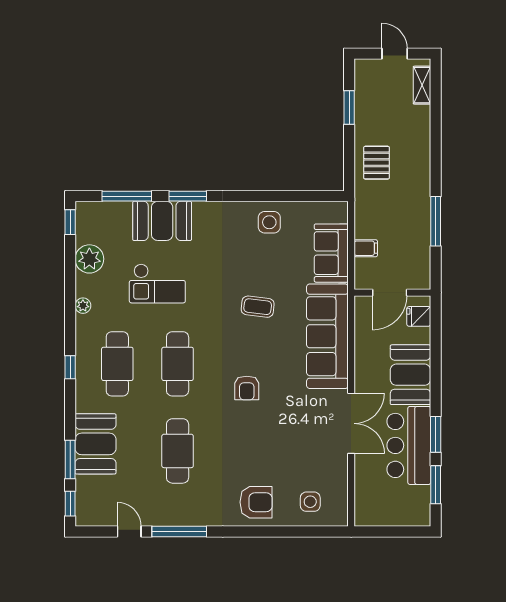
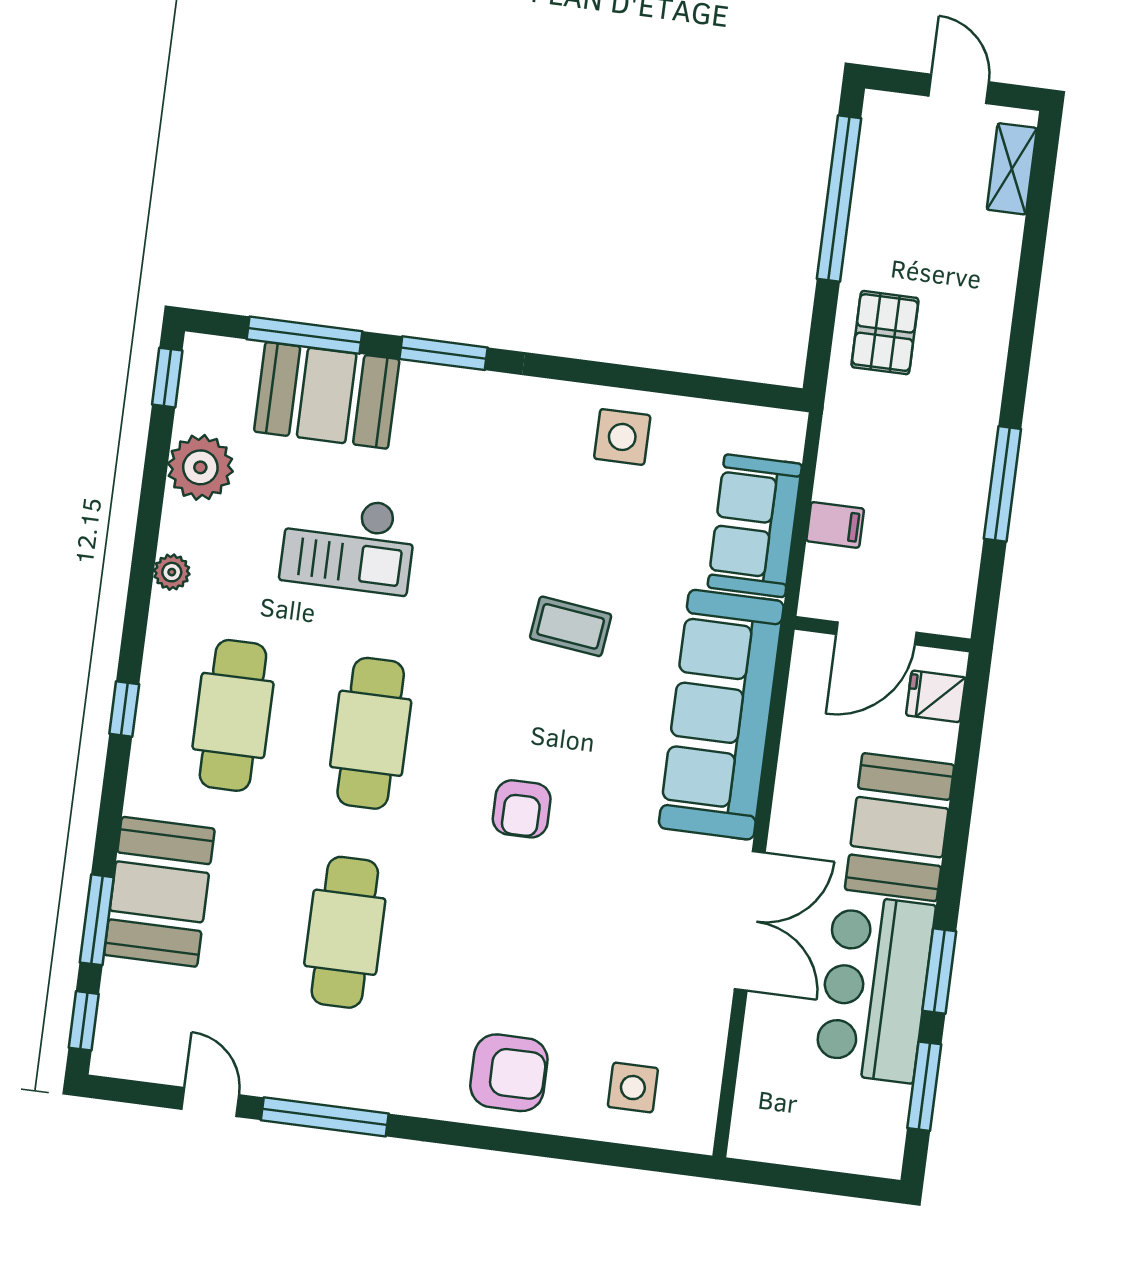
window: (349, 108) -> (839, 199), width x2.11
booth: (162, 221) -> (327, 395), moved

